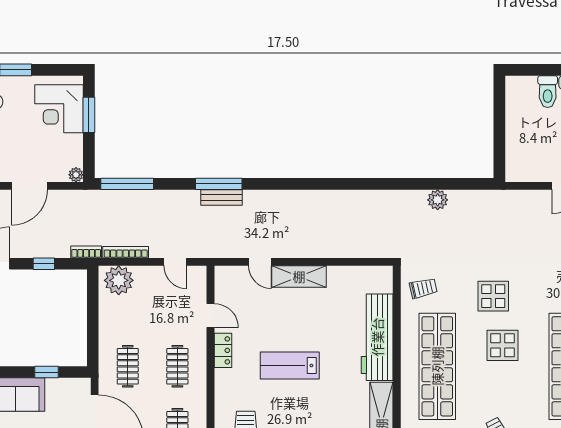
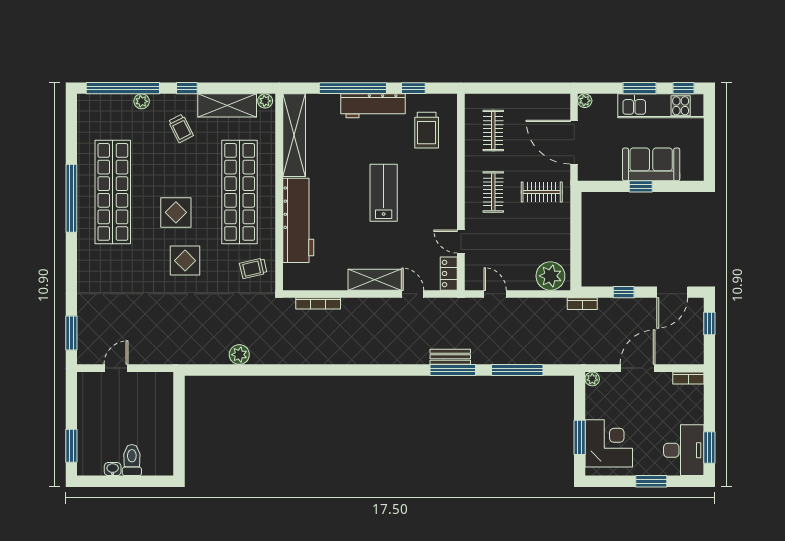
window: (127, 184) -> (517, 370), moved
bookcase: (126, 252) -> (318, 303), moved
locker: (223, 350) -> (449, 274), moved
lab bench: (290, 365) -> (384, 193), turned -90
clothes rail: (128, 366) -> (542, 192), turned 90
window: (46, 372) -> (641, 186), moved

